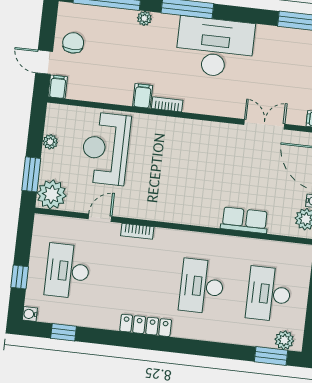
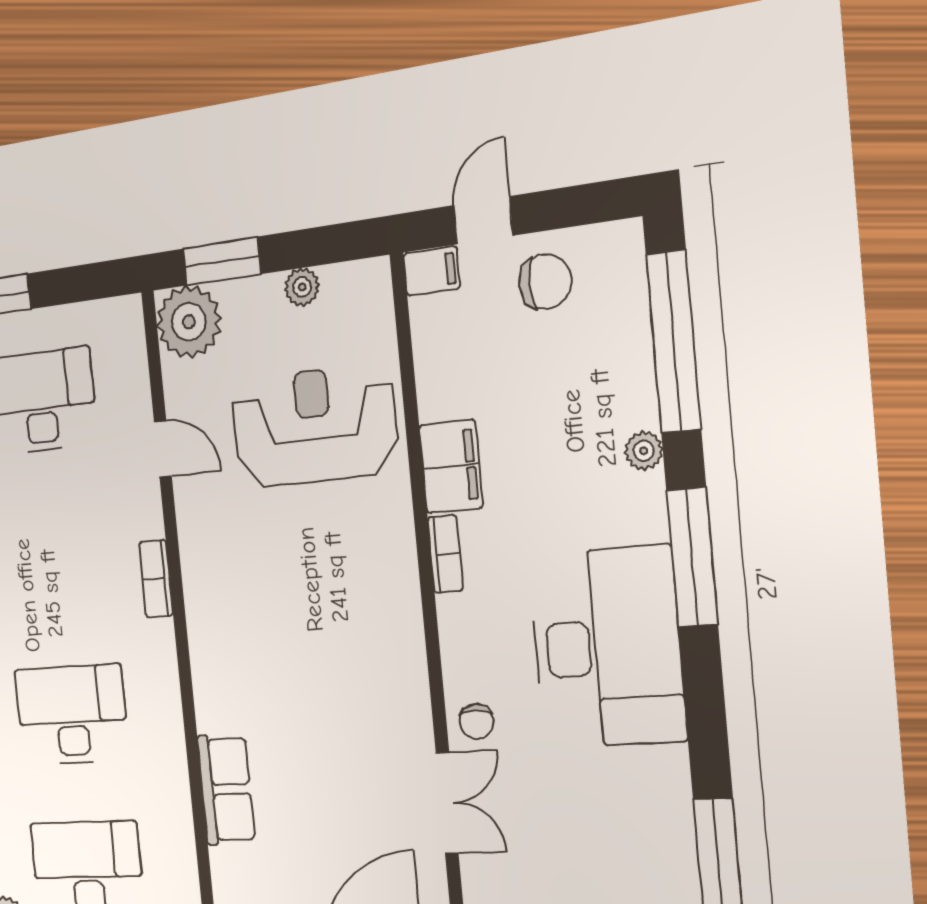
filing cabinet: (143, 96) -> (451, 466), width x2.00
chair: (234, 105) -> (476, 722), added
bookcase: (137, 231) -> (156, 579), moved

